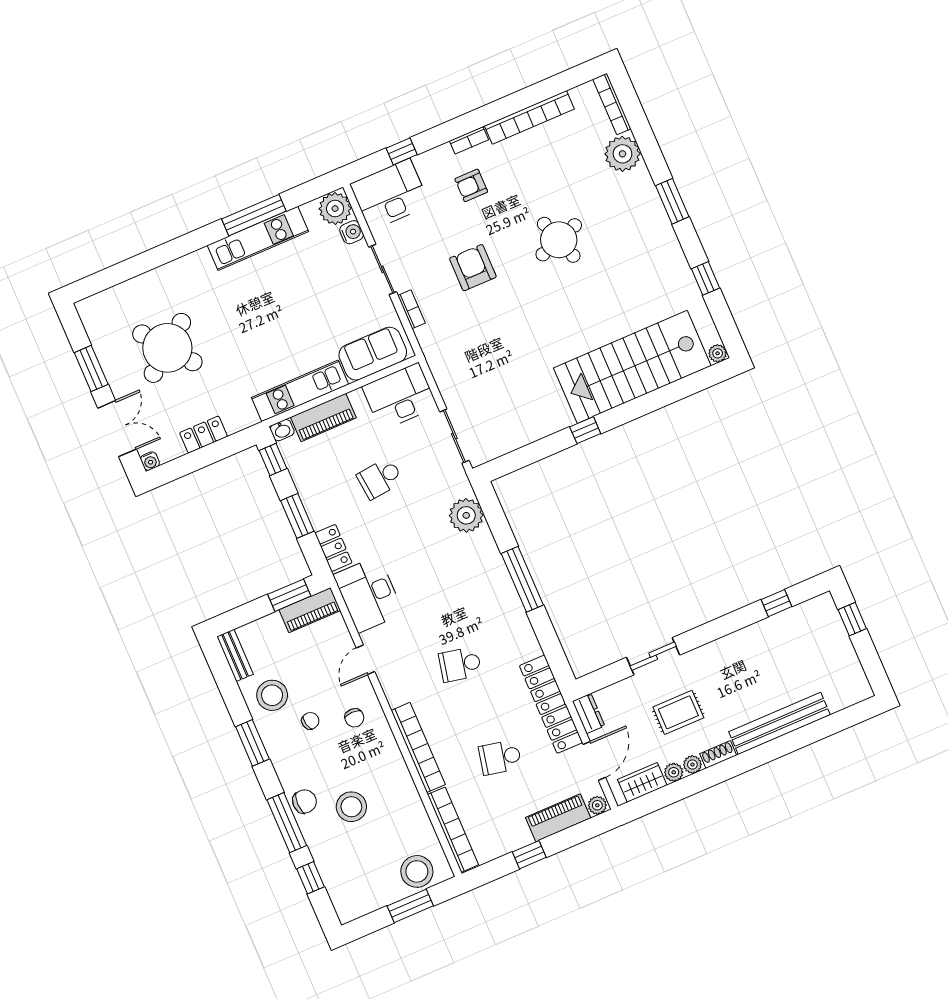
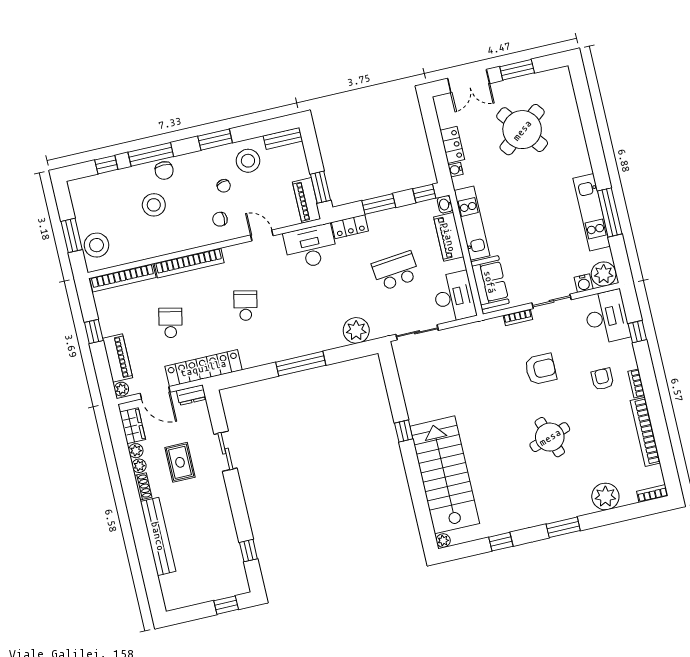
bookcase: (612, 104) -> (652, 493), width x0.64
water cooler: (150, 461) -> (456, 170), moved
school desk: (380, 478) -> (396, 271), width x1.85

